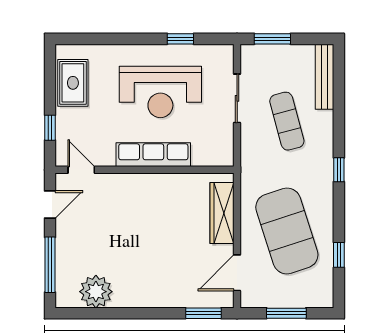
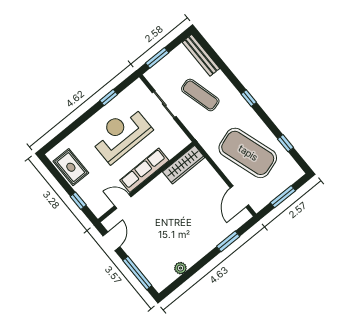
reception desk: (160, 92) -> (121, 134), turned 180
door: (81, 170) -> (123, 201), moved
wardrobe: (222, 213) -> (184, 165), moved, turned -90
plant: (96, 292) -> (180, 268), width x0.53, depth x0.53
window: (203, 313) -> (228, 241), moved

